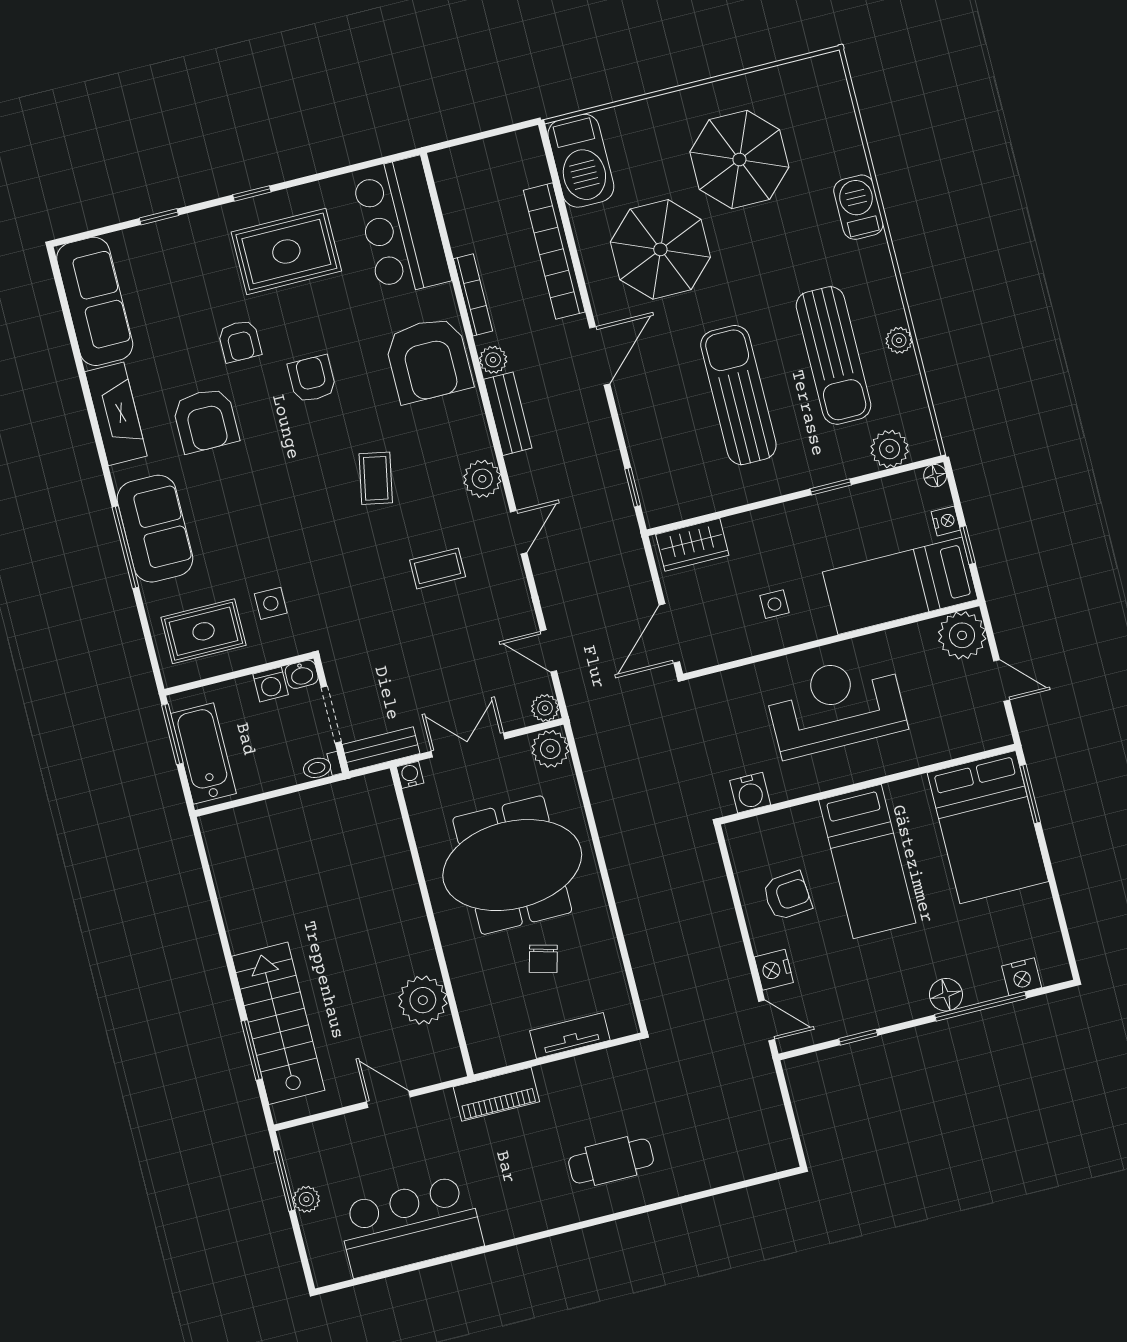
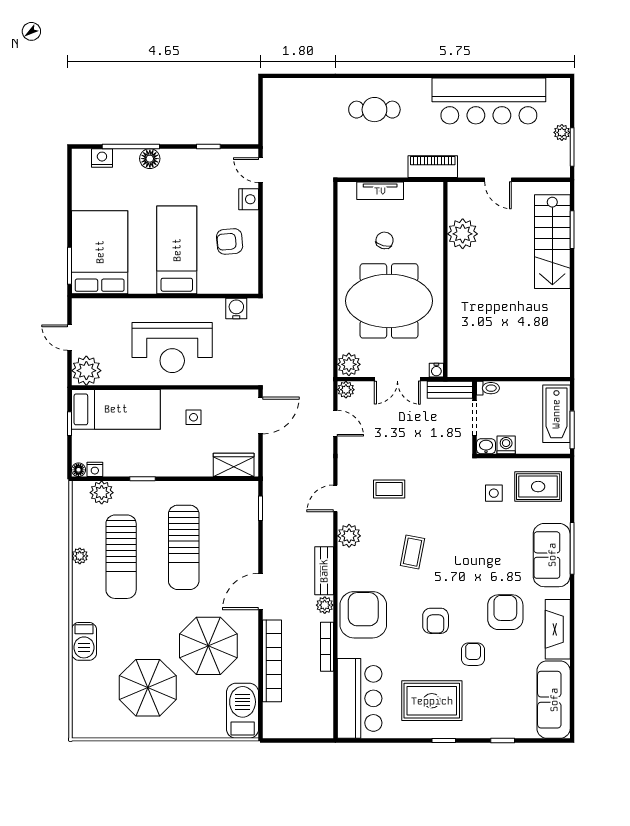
sun lounger: (833, 355) -> (121, 557), turned 180
nightstand: (946, 521) -> (95, 469), moved, turned -90
bar counter: (410, 1226) -> (489, 101), width x1.36

